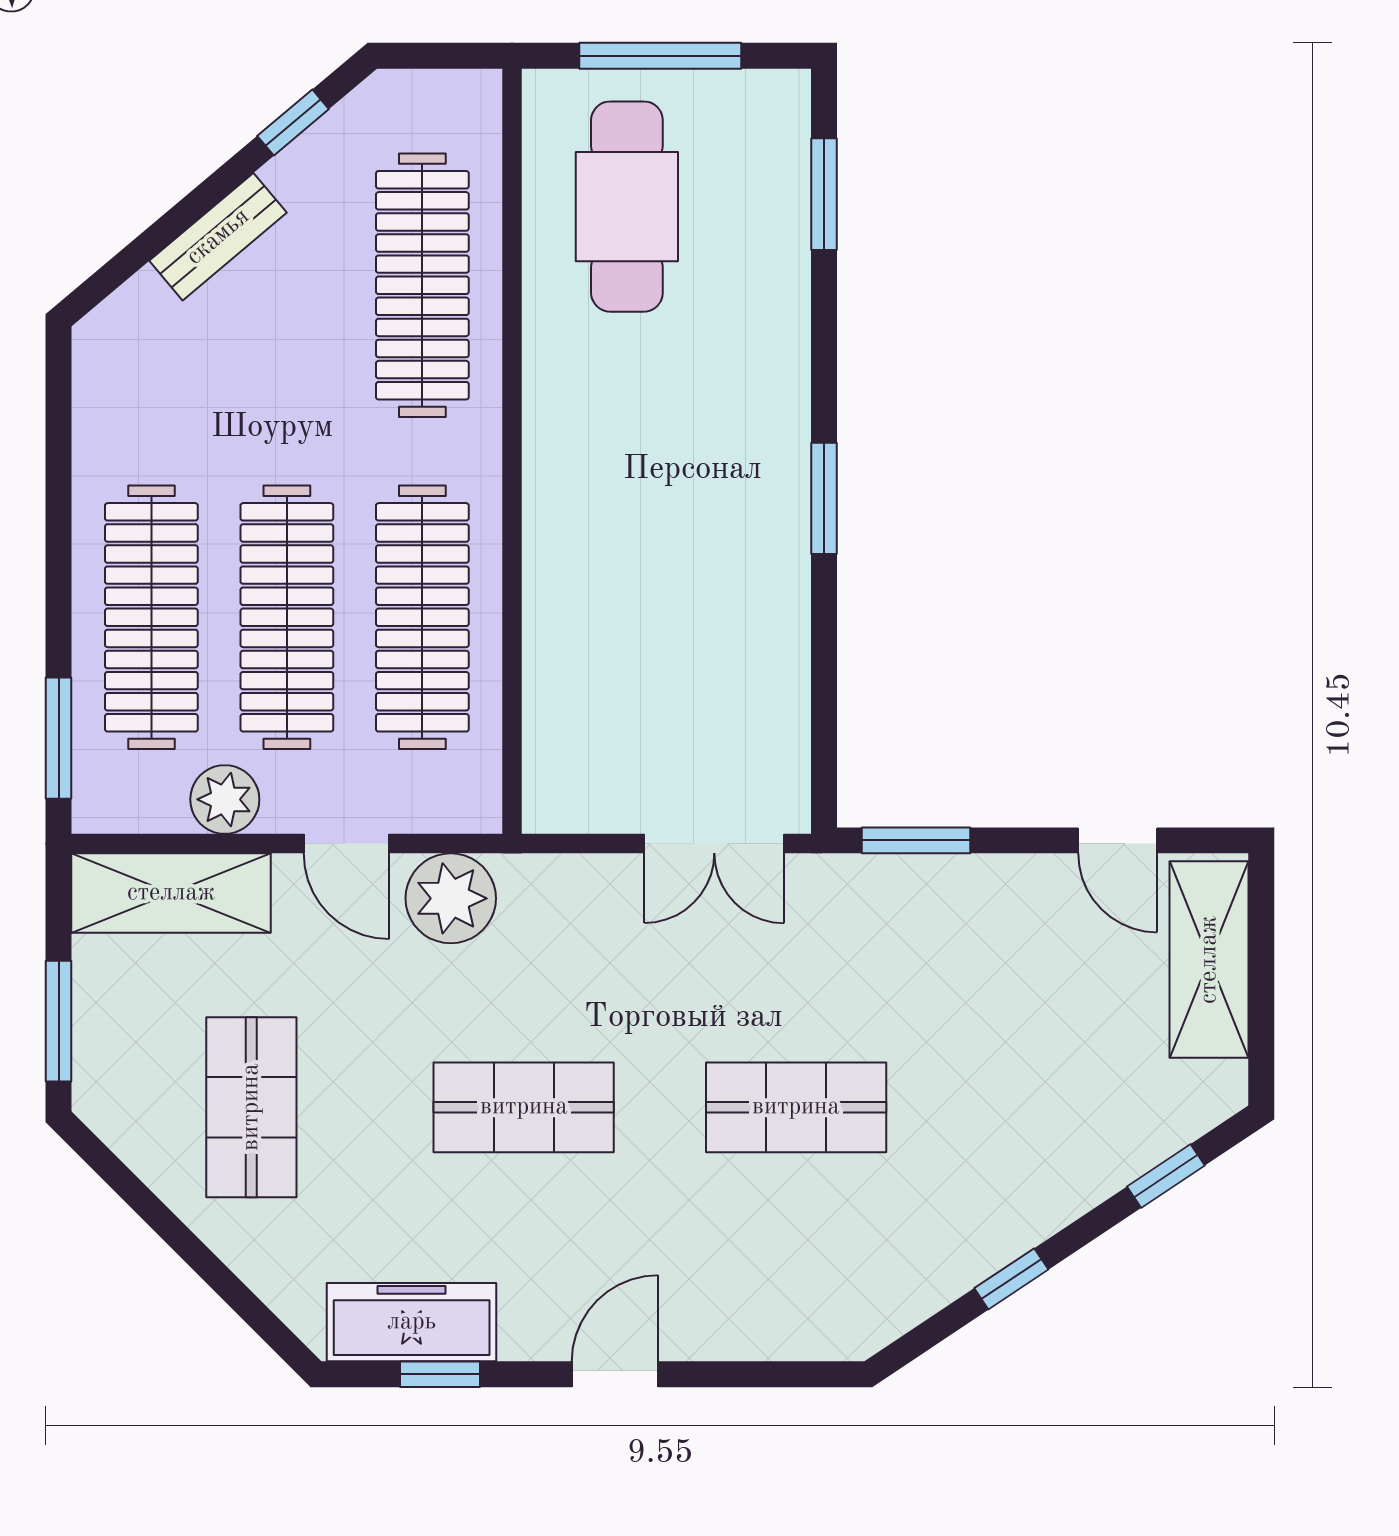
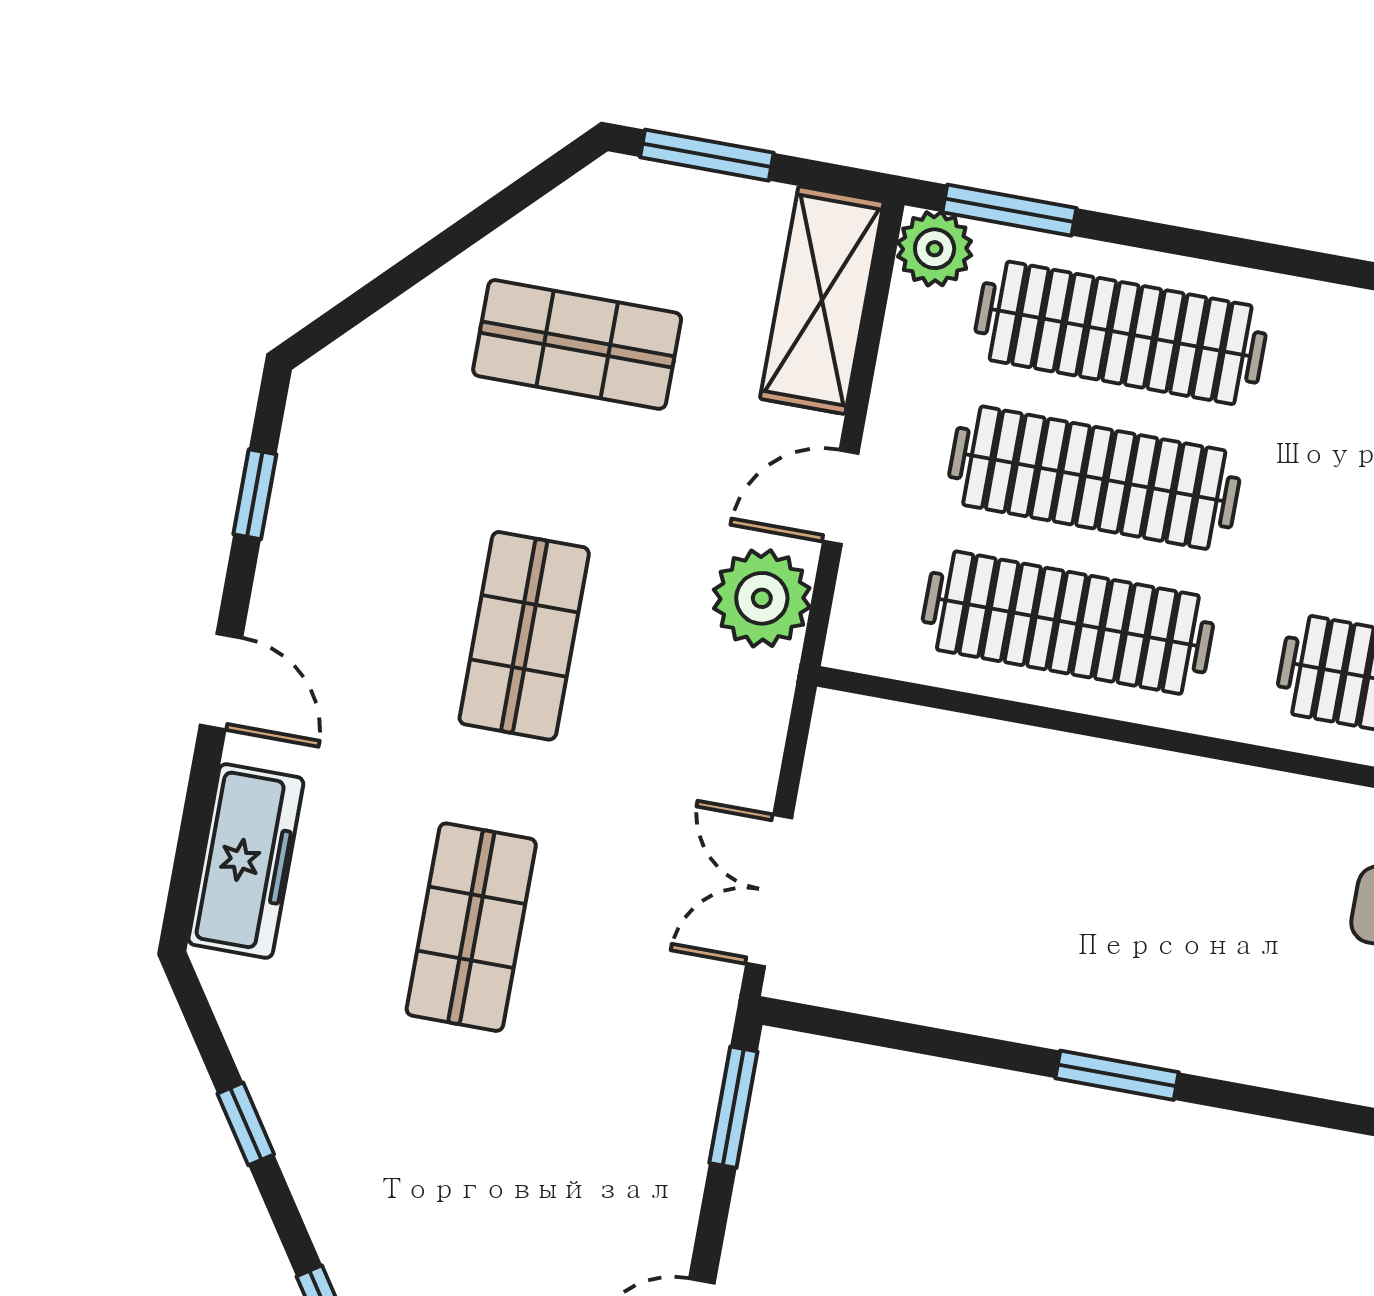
plant: (225, 799) -> (935, 249), moved
freezer: (412, 1322) -> (246, 861), moved

